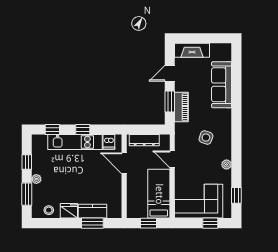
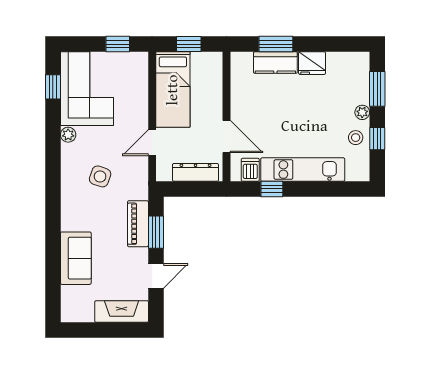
sofa: (222, 85) -> (76, 258), width x0.73
window: (52, 129) -> (338, 189), removed
window: (83, 129) -> (272, 189), moved
door: (172, 159) -> (152, 143), swing flipped
corner sofa: (199, 201) -> (87, 89), moved, turned -90
stool: (49, 210) -> (356, 138), moved
window: (210, 223) -> (118, 44), moved

